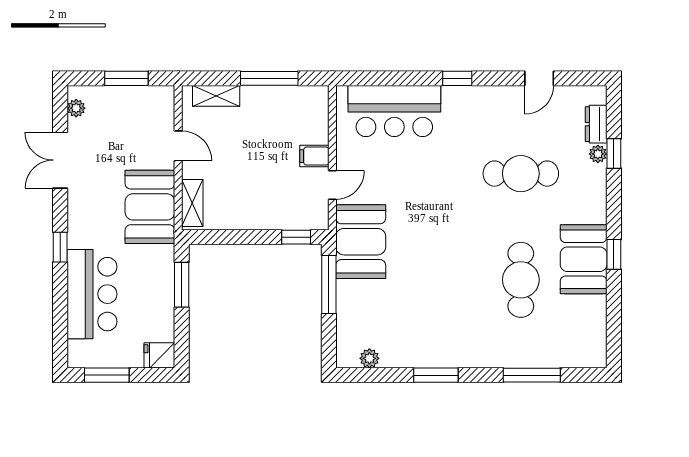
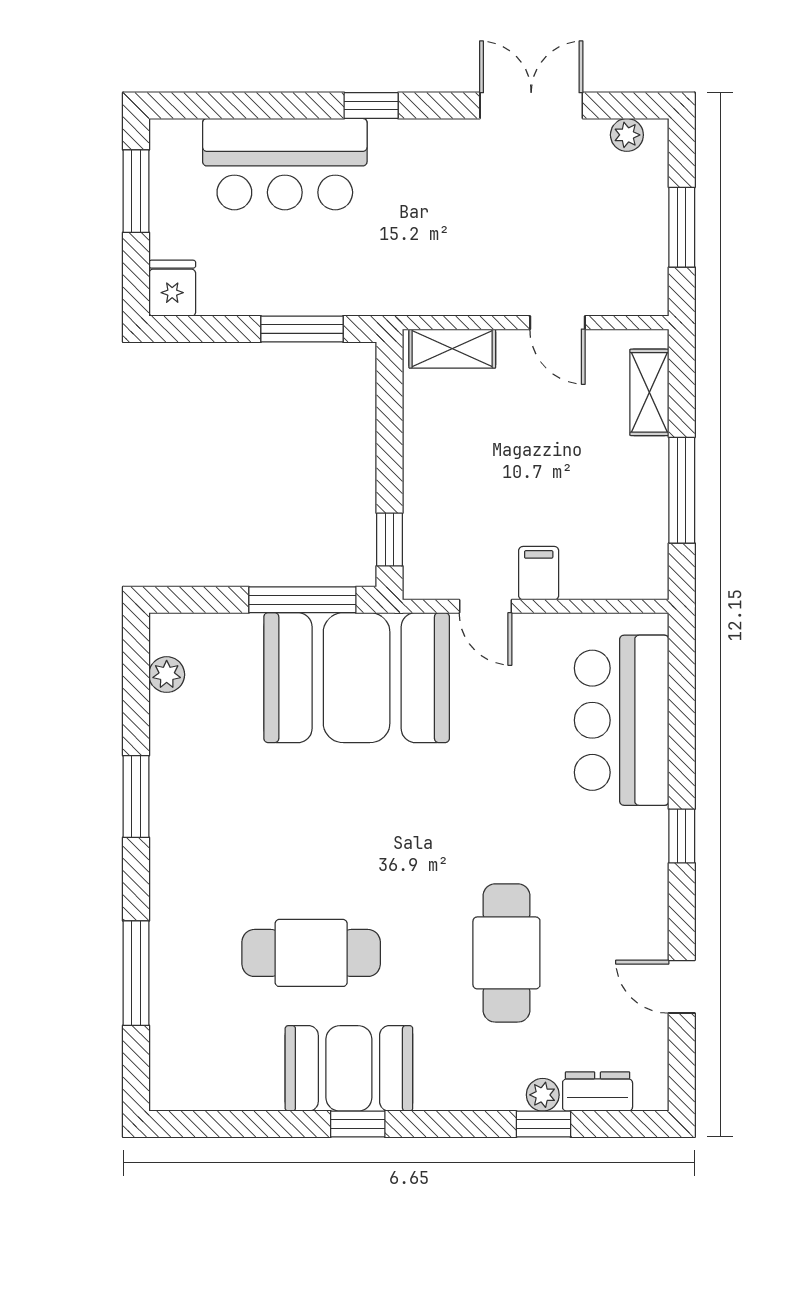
door: (178, 146) -> (557, 323), hinge flipped
booth: (150, 207) -> (445, 271), removed
booth: (361, 242) -> (357, 678), width x1.36, depth x1.42

